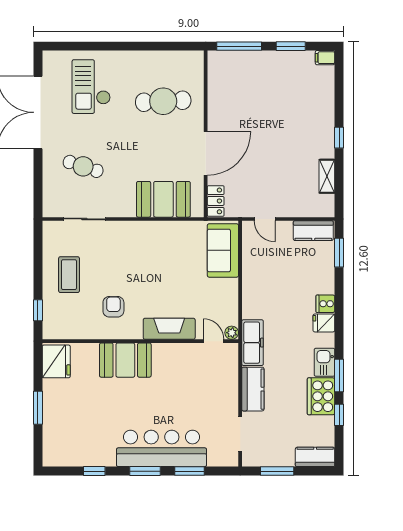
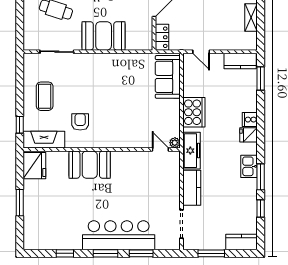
booth: (163, 199) -> (104, 36), moved
fireplace: (169, 329) -> (44, 140), moved
cooker: (321, 396) -> (194, 112), moved, turned 180

